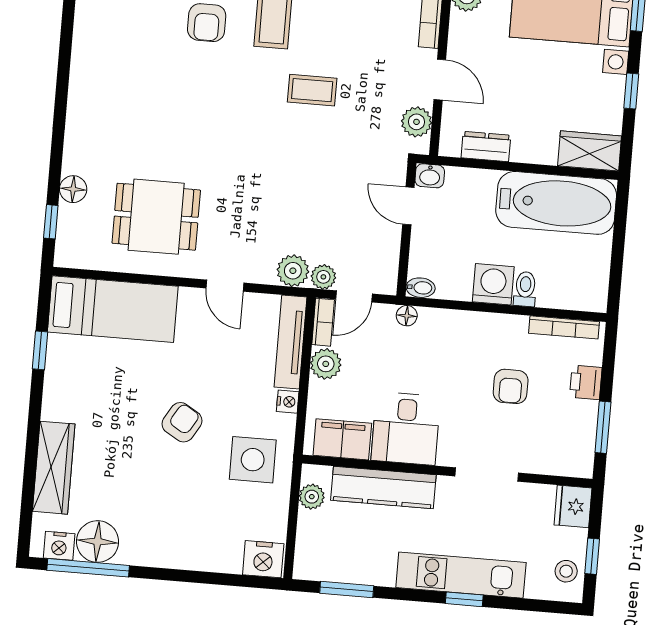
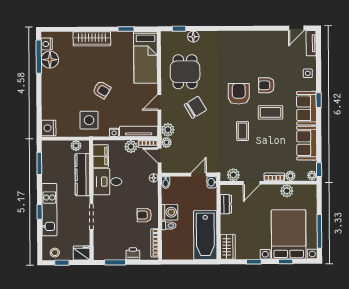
armchair: (221, 91) -> (239, 94), added
chair: (245, 199) -> (195, 107), added
armchair: (511, 386) -> (144, 215), moved
wardrobe: (54, 468) -> (92, 39), moved

